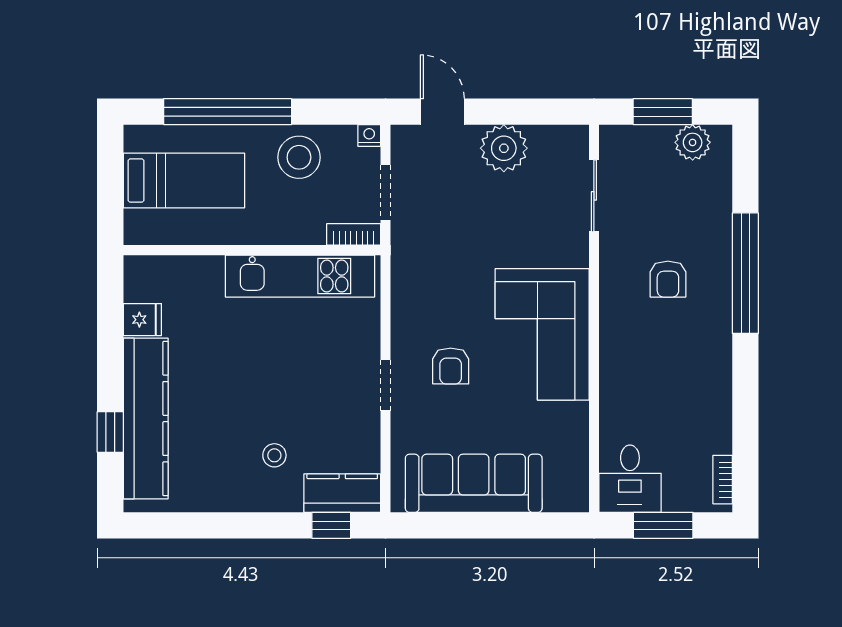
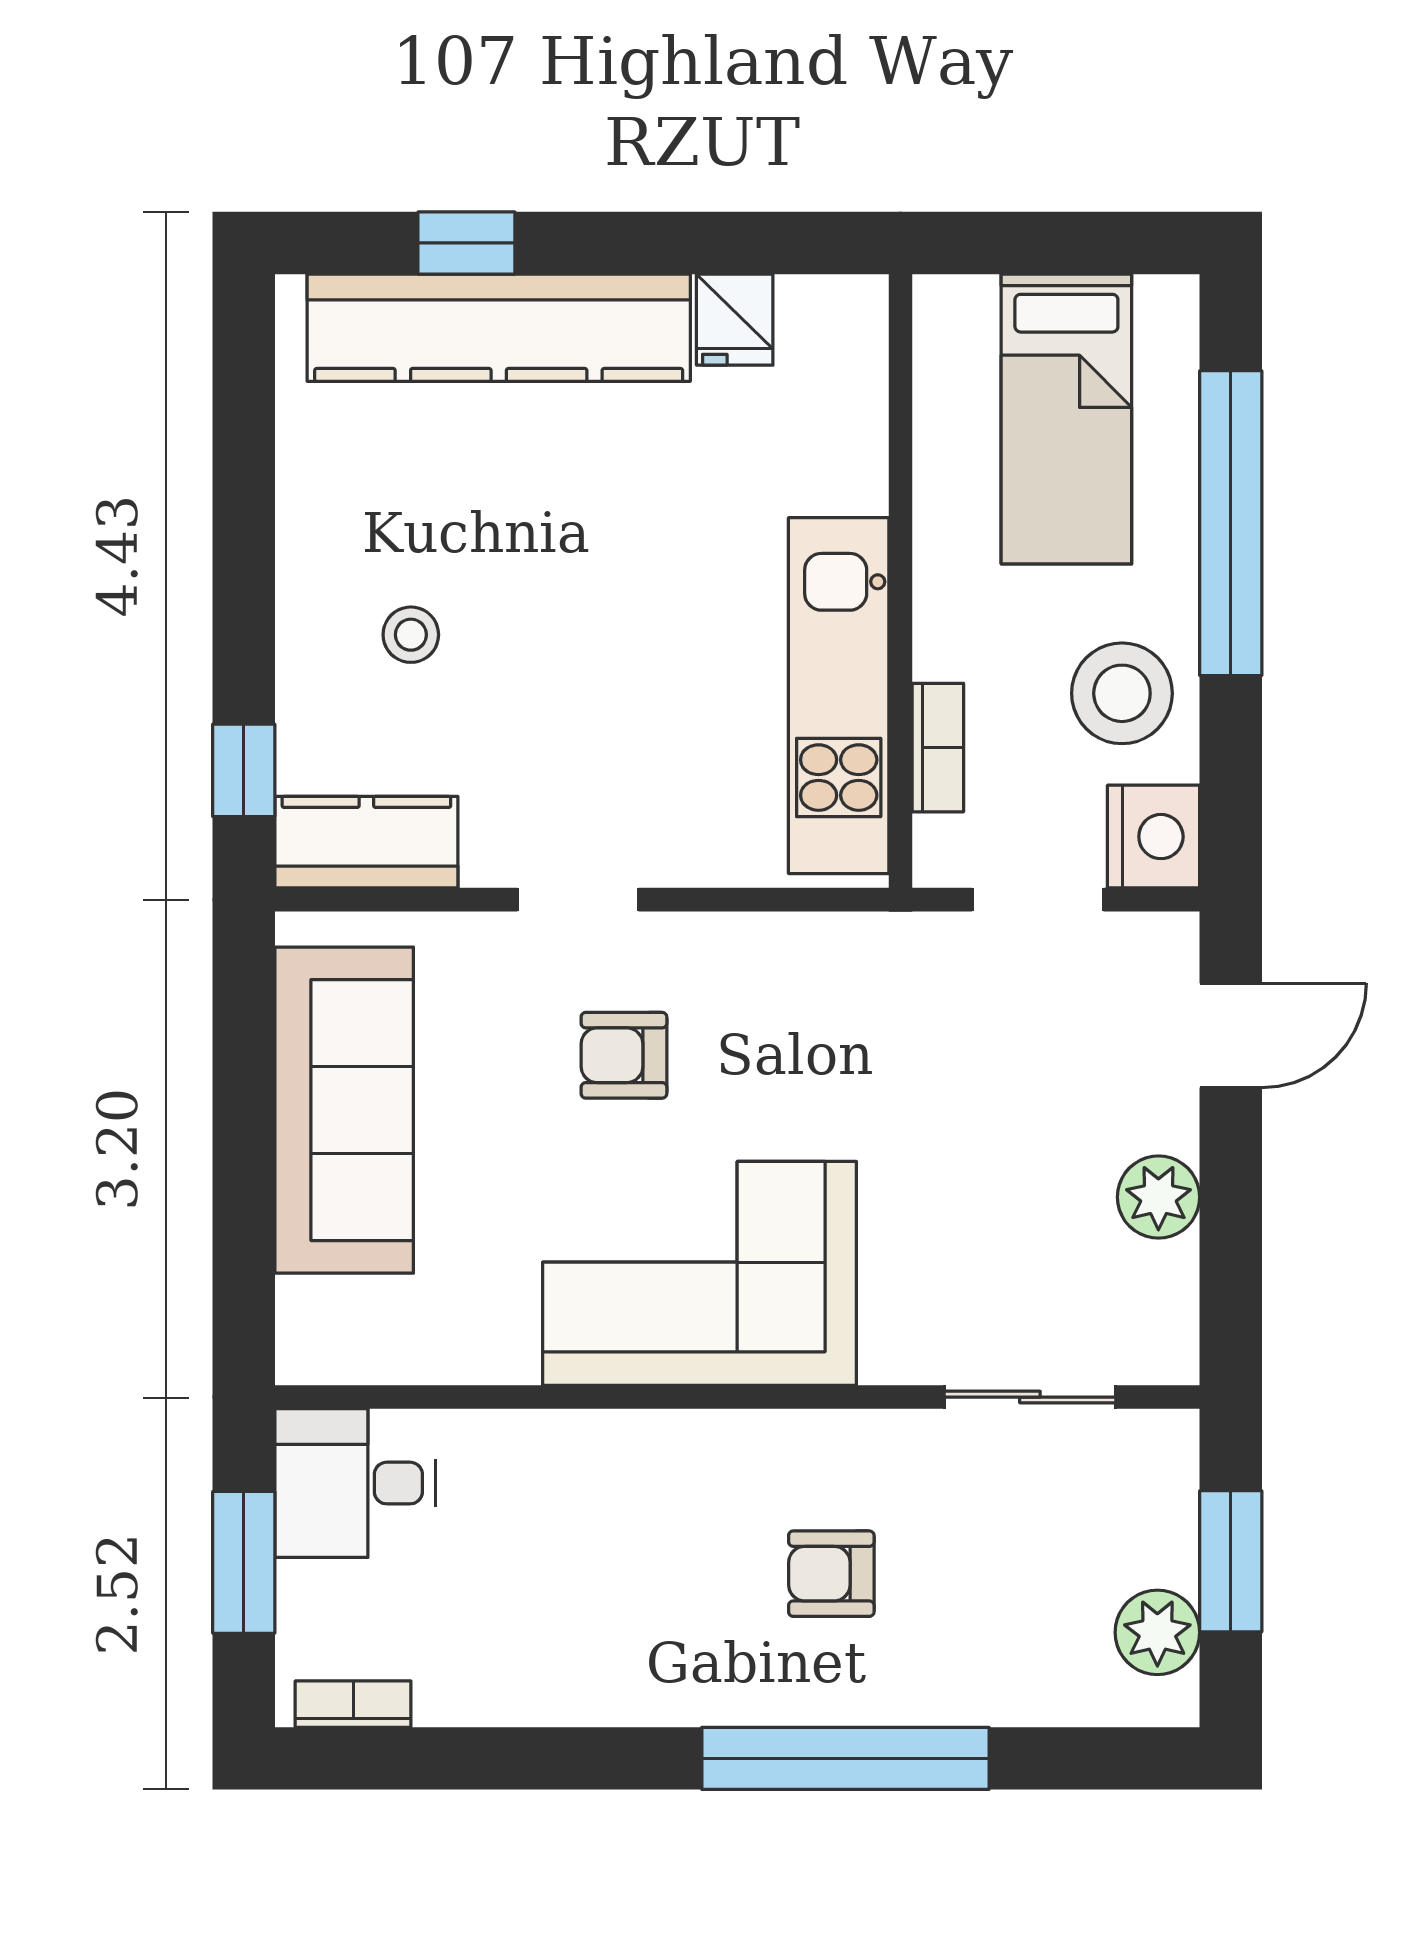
nightstand: (369, 135) -> (1154, 837), width x1.89, depth x1.79
plant: (504, 148) -> (1158, 1197), width x0.73, depth x0.73
bookcase: (354, 234) -> (938, 748), moved
kitchen counter: (342, 493) -> (366, 842), moved, turned -90

